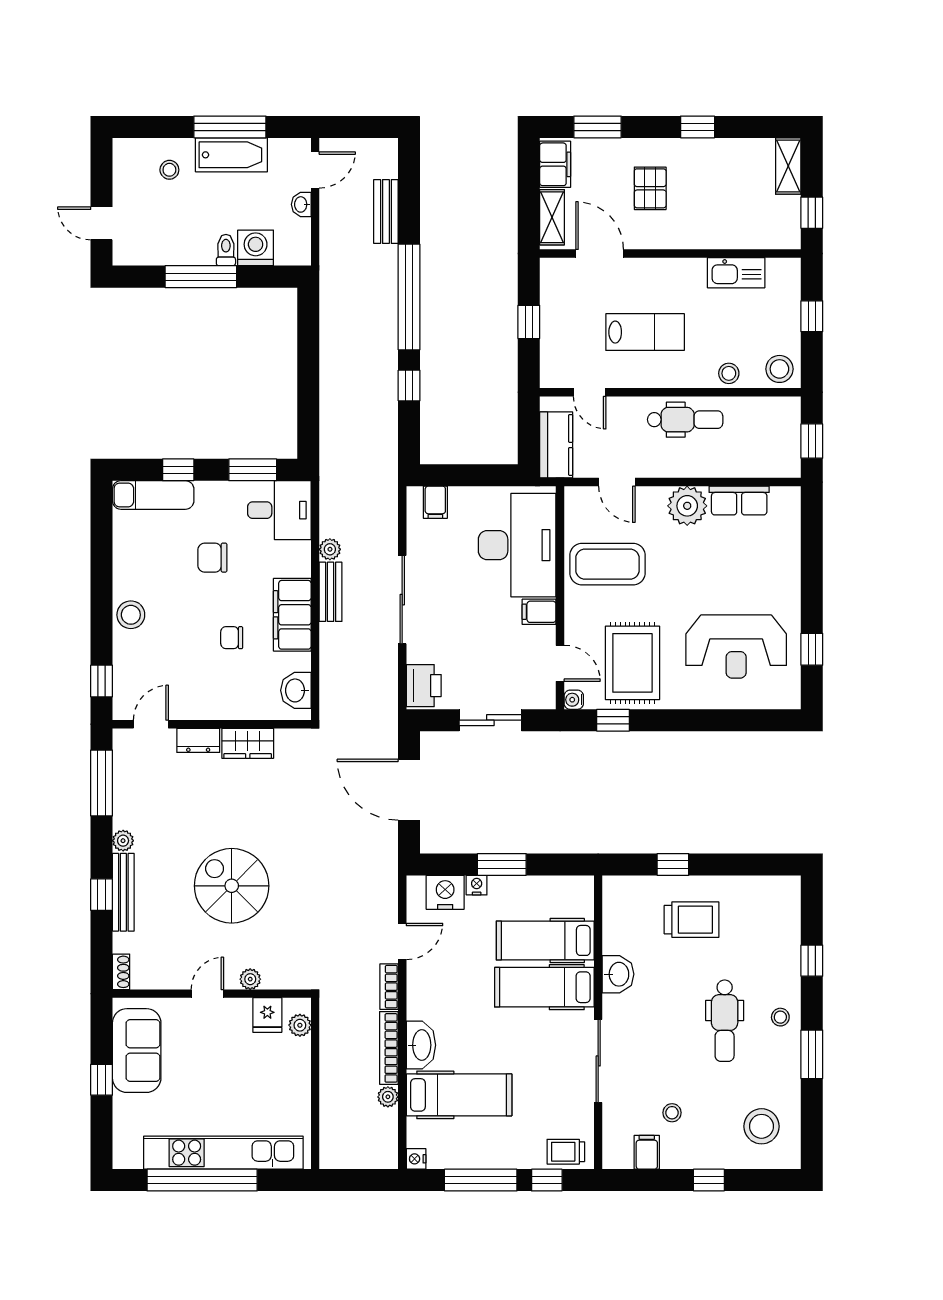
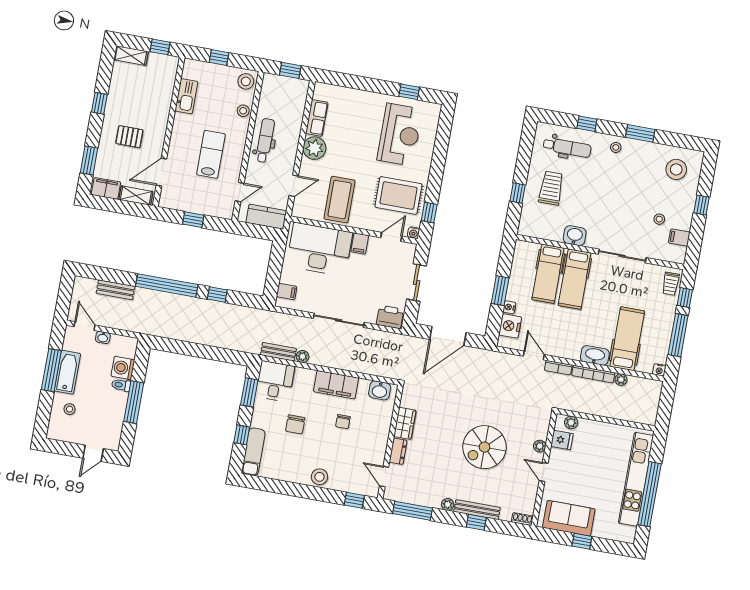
bench: (331, 592) -> (278, 352), moved
dental chair: (725, 1021) -> (567, 147), moved

